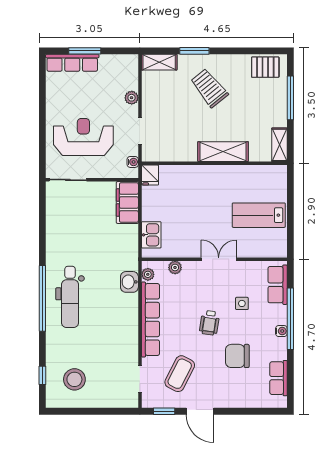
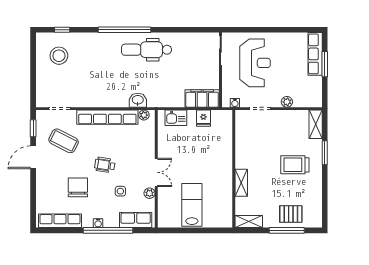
pallet: (265, 67) -> (291, 214), moved, turned 90
trolley: (209, 88) -> (295, 165), turned -141
shelving: (223, 152) -> (241, 183), width x0.67, depth x0.75
fridge: (150, 175) -> (203, 118), moved, turned -90
plant: (175, 267) -> (150, 193), moved
dental chair: (70, 297) -> (147, 50), moved
row of seats: (278, 378) -> (60, 221), width x1.48

